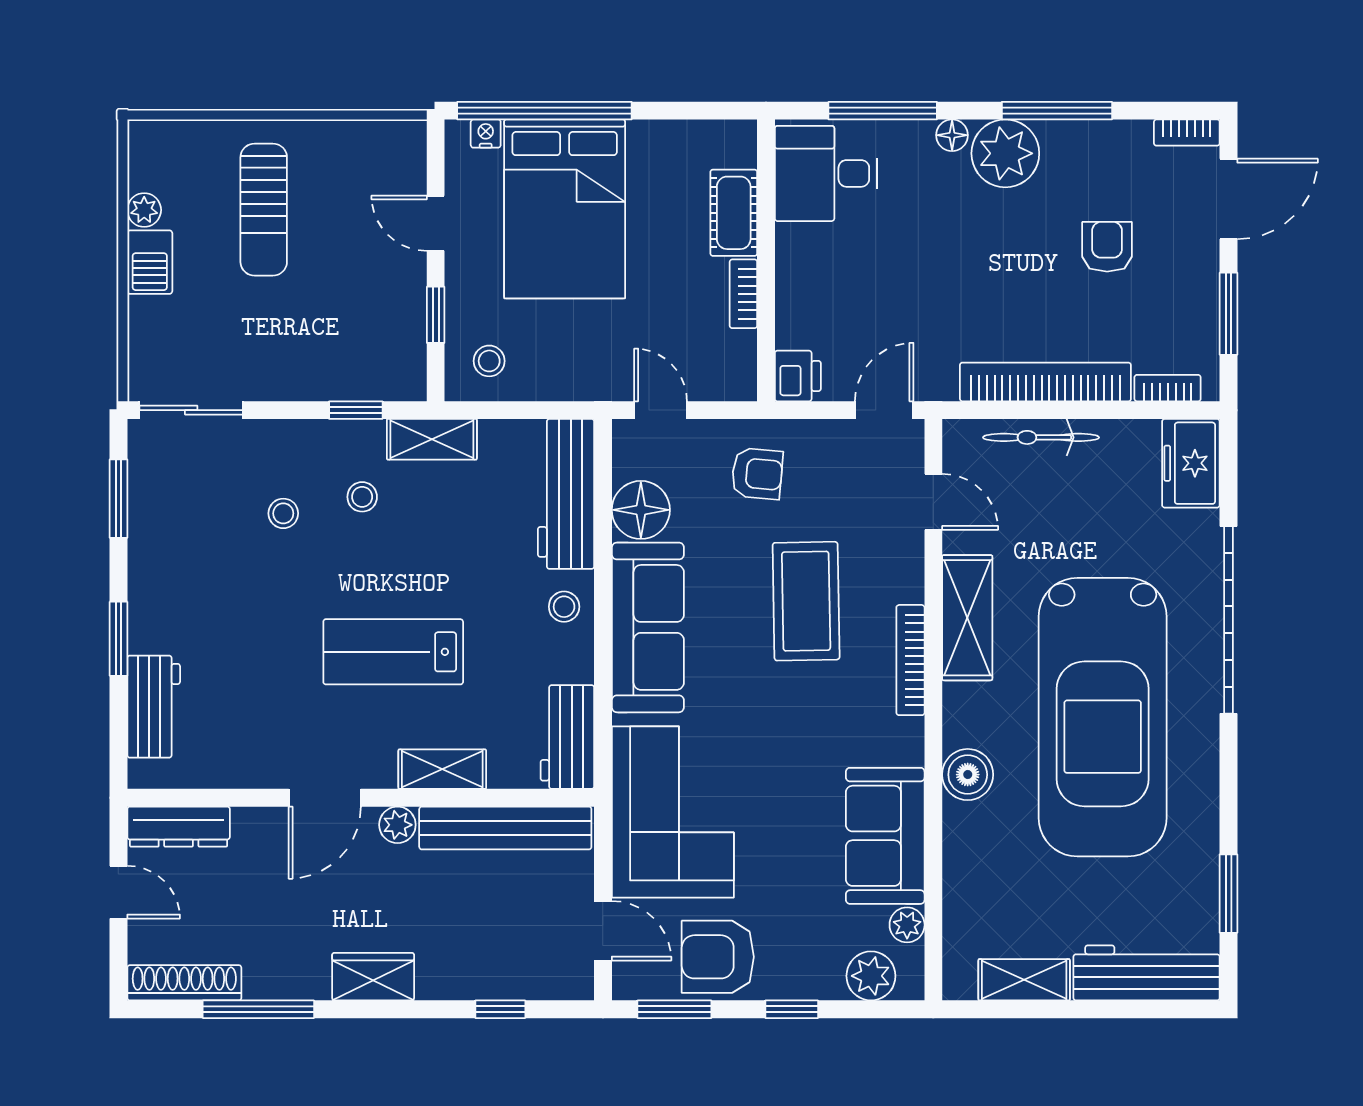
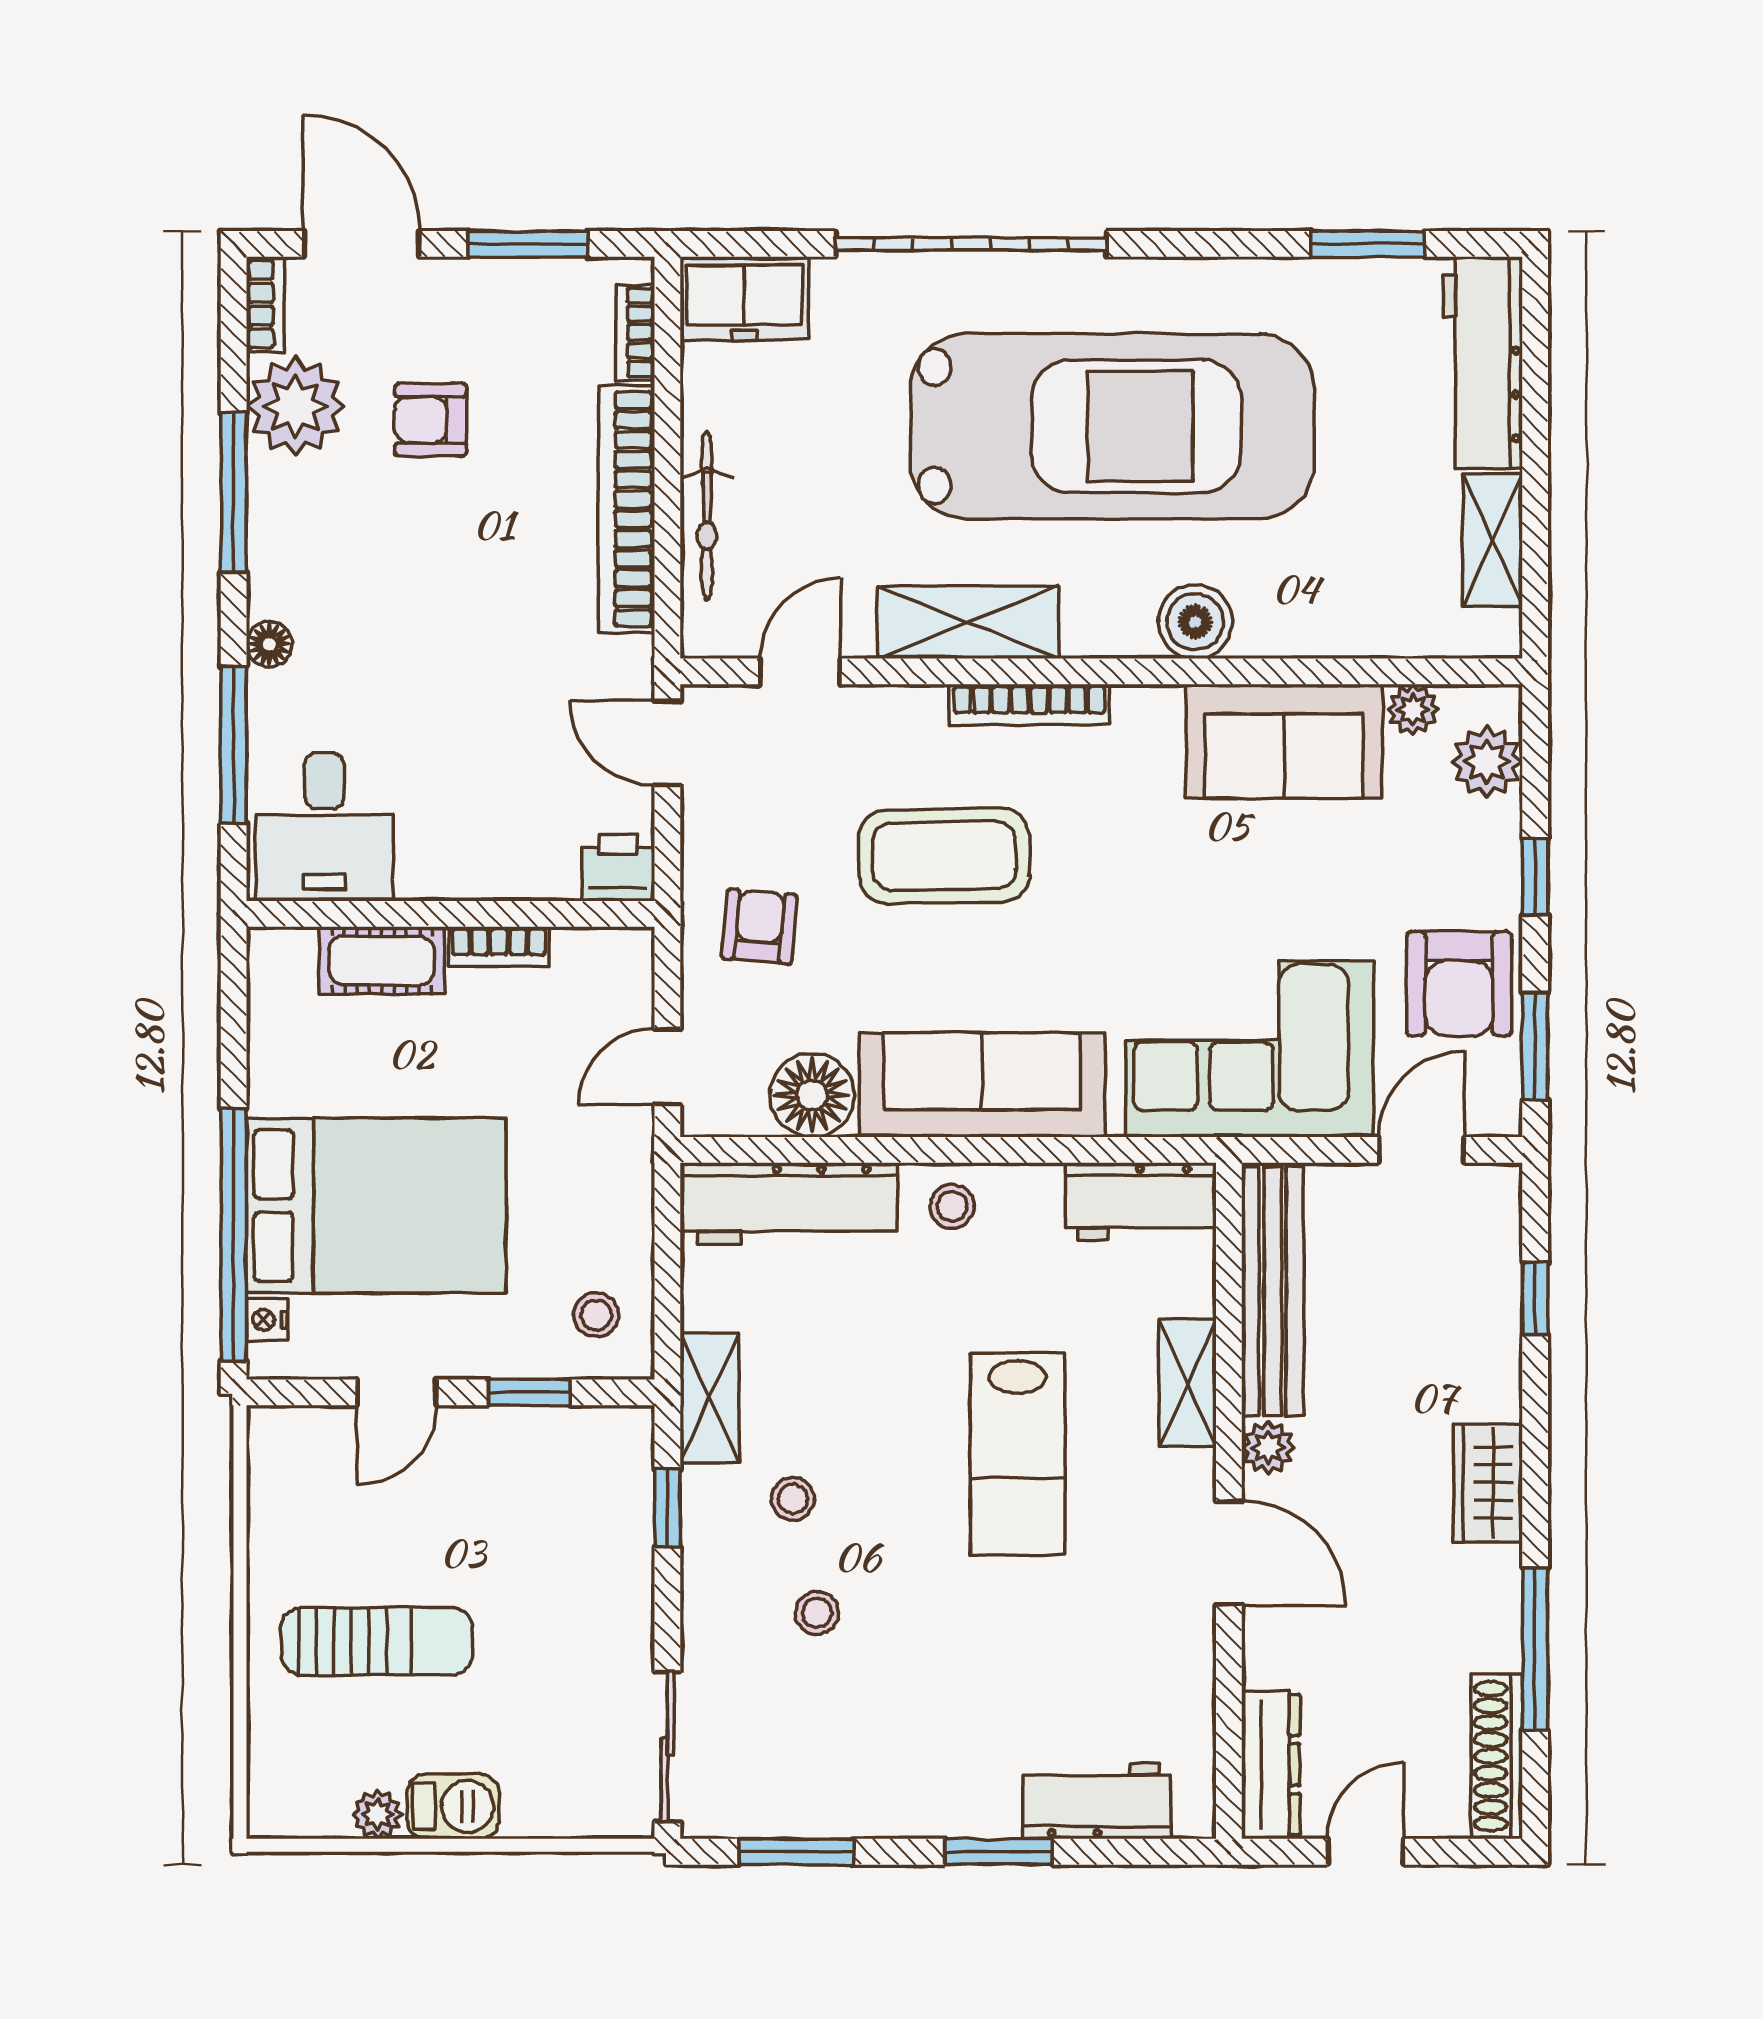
plant: (1005, 153) -> (295, 406), moved

